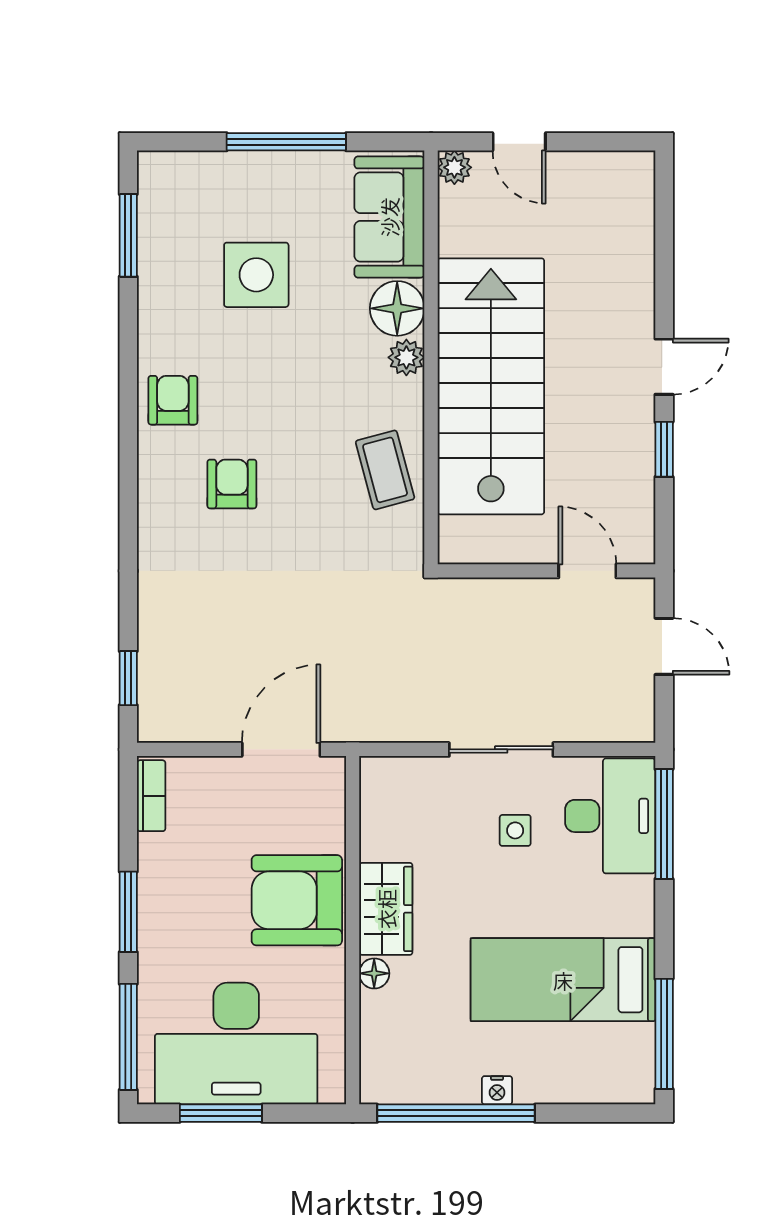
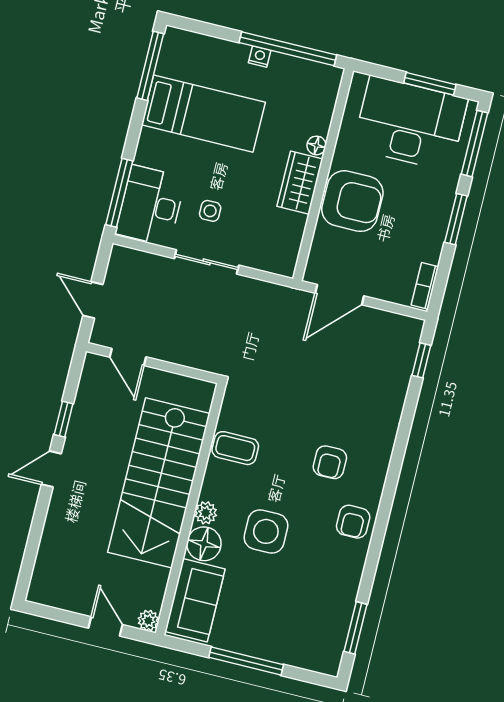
side table: (256, 275) -> (266, 531), moved
coffee table: (385, 470) -> (235, 448), turned -75

